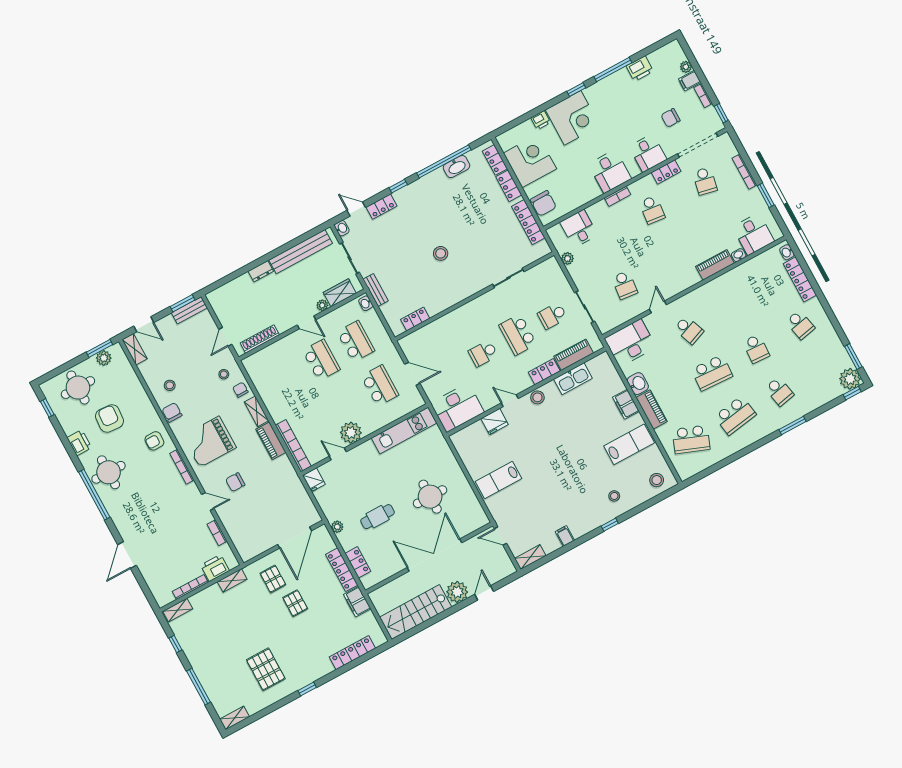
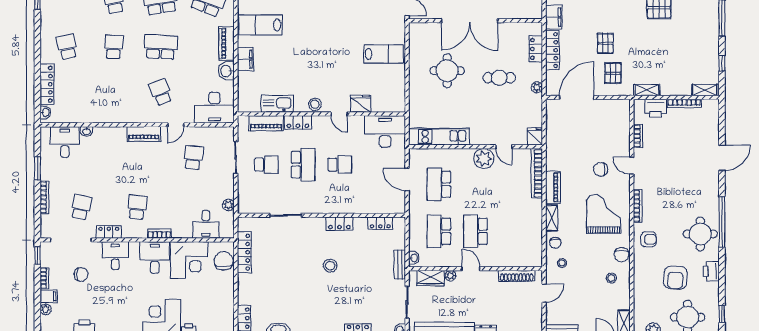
corner desk: (530, 161) -> (189, 260), moved, turned -90
locker: (509, 186) -> (339, 224), moved, turned 90
piano: (715, 265) -> (144, 134), moved
grand piano: (209, 442) -> (604, 214), turned -90
chair: (235, 482) -> (601, 169), turned 180

